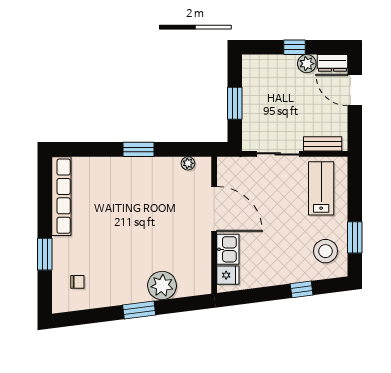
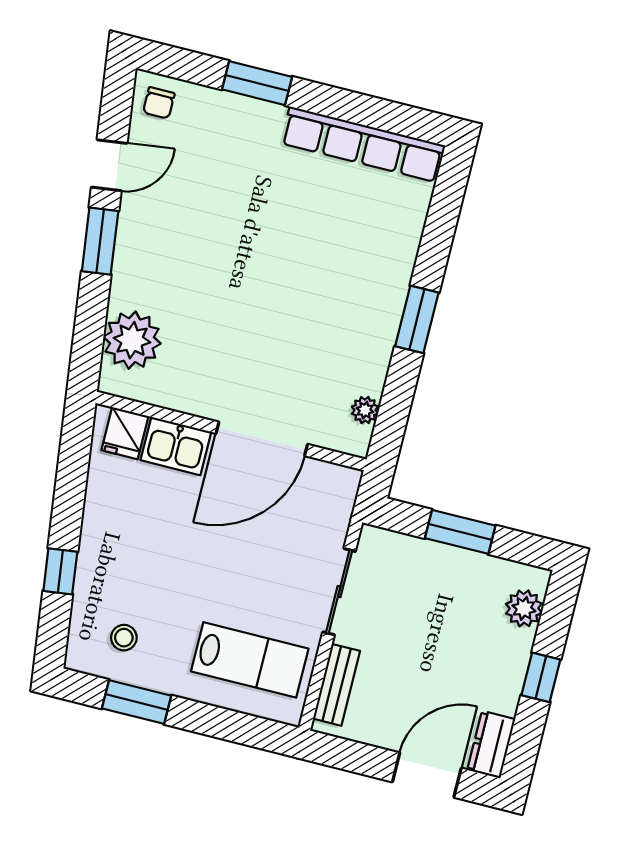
plant: (307, 64) -> (524, 608), moved
stool: (326, 251) -> (124, 638), width x0.53, depth x0.53
chair: (77, 282) -> (159, 103), moved
plant: (162, 285) -> (132, 340), moved
door: (102, 315) -> (109, 165), added

